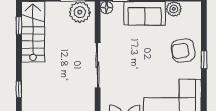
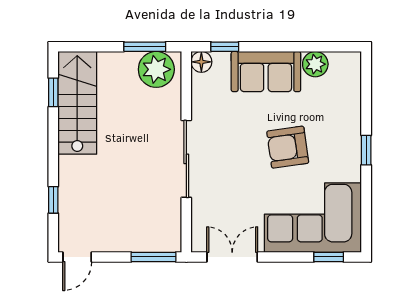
armchair: (183, 51) -> (288, 147), moved

